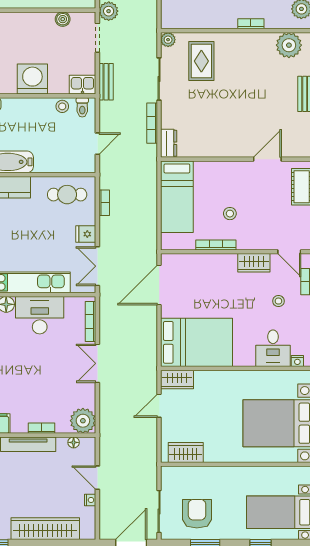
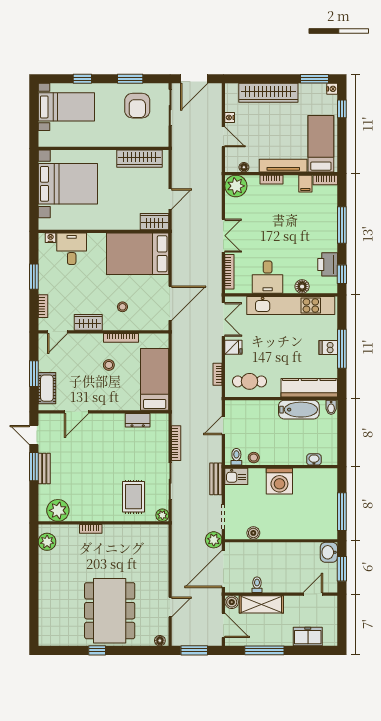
dresser: (169, 143) -> (138, 420), moved, turned -90
door: (289, 252) -> (58, 332), swing flipped
stool: (278, 301) -> (122, 307), moved
desk: (40, 315) -> (268, 277), width x0.73
wardrobe: (186, 452) -> (139, 159), width x1.50

